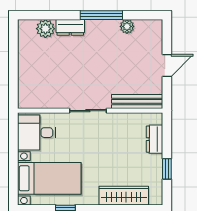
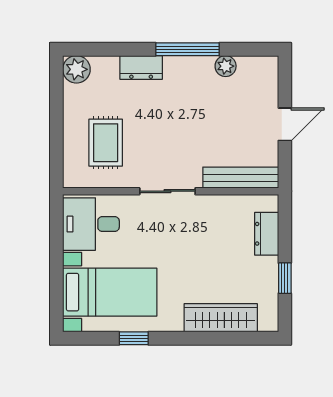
plant: (45, 29) -> (76, 69), moved
rug: (46, 78) -> (106, 143), added

